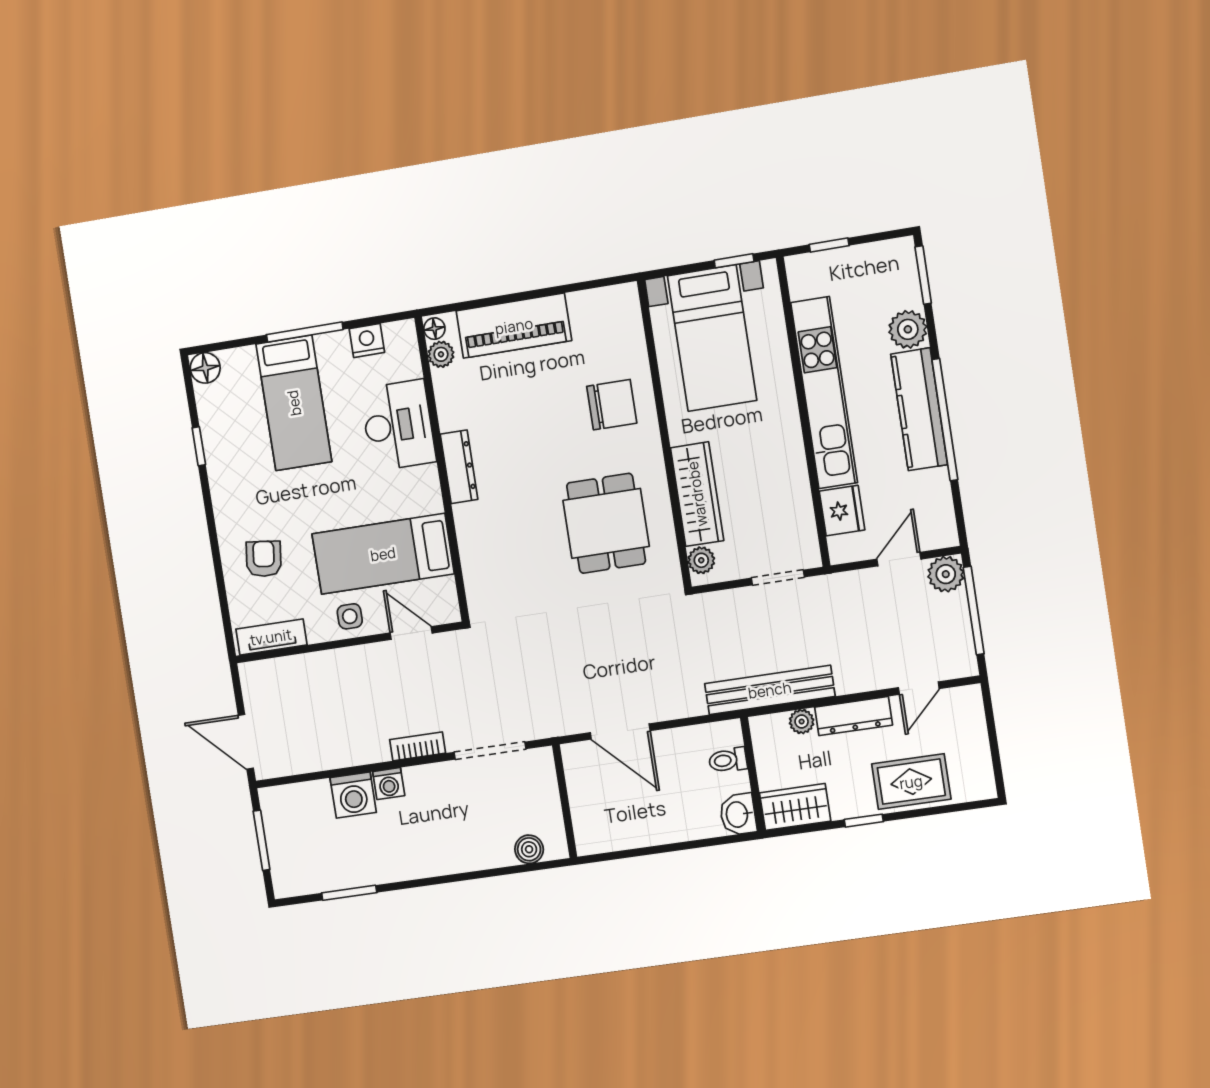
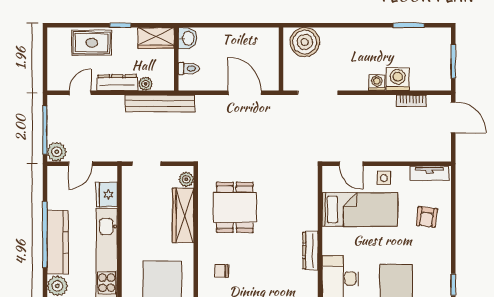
chair: (612, 405) -> (222, 271), width x0.54, depth x0.54
bookcase: (418, 746) -> (411, 101), moved
boiler: (529, 849) -> (305, 42), width x1.86, depth x1.86

